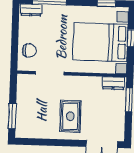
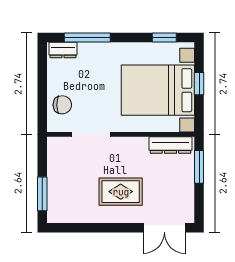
dresser: (113, 83) -> (170, 145), width x1.44
rug: (70, 116) -> (121, 192), turned 90

